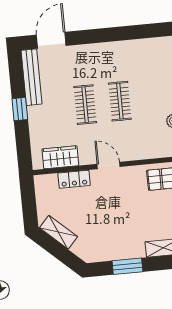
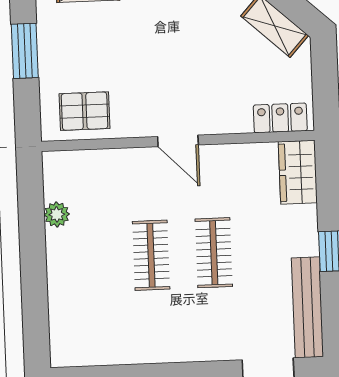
wardrobe: (60, 157) -> (298, 172), moved, turned 90
locker: (74, 179) -> (280, 118), moved

